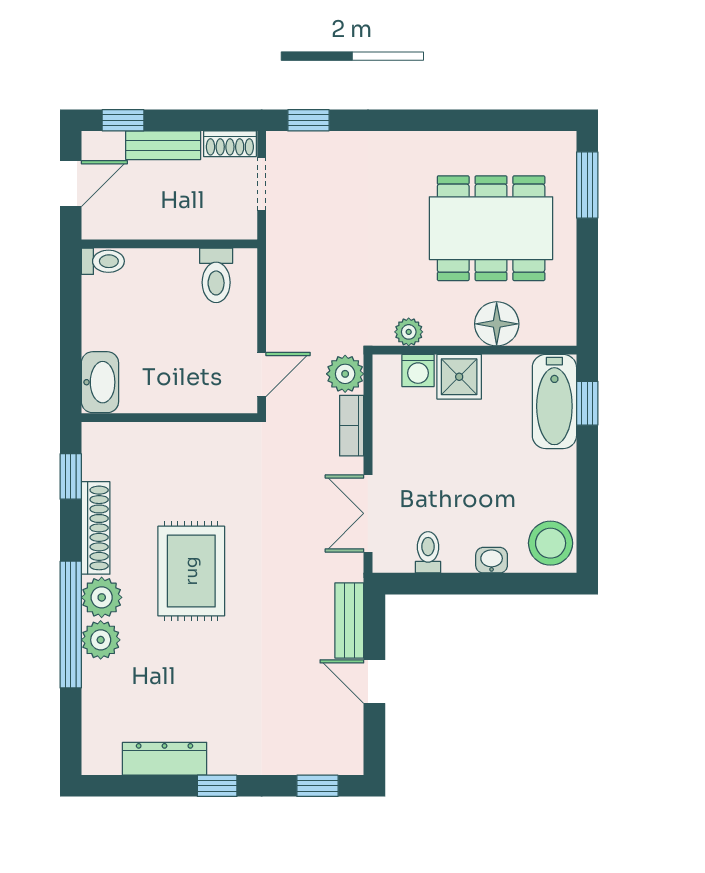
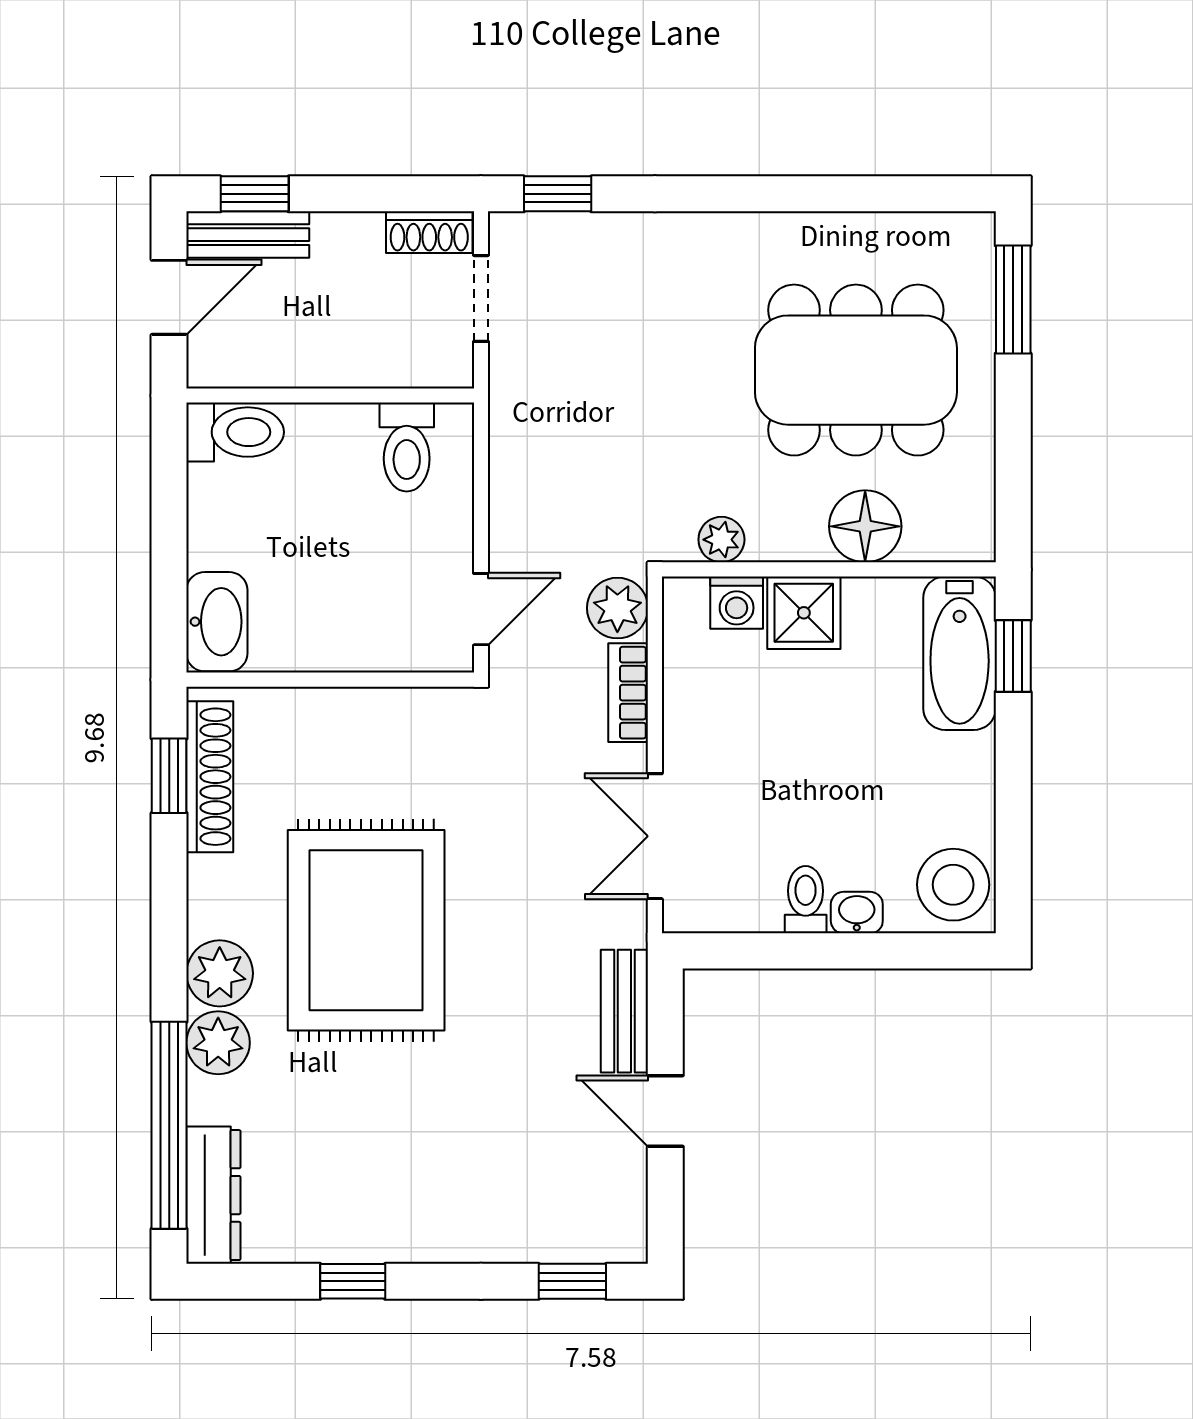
bench: (163, 145) -> (248, 235), moved
toilet: (103, 261) -> (235, 432), width x1.37, depth x1.39
shoe rack: (96, 528) -> (210, 777), moved
toilet: (428, 552) -> (806, 900), moved
rug: (191, 571) -> (366, 930), width x1.37, depth x1.44
window: (71, 625) -> (169, 1125), moved
dresser: (165, 759) -> (213, 1195), moved, turned 90
window: (217, 786) -> (353, 1281), moved

